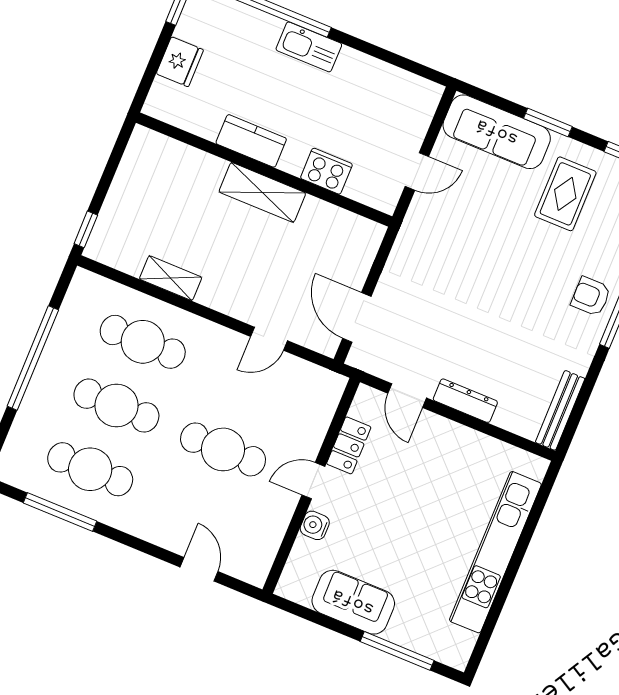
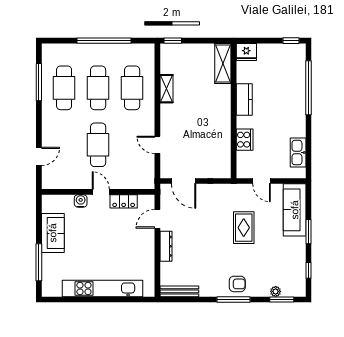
kitchen sink: (309, 47) -> (298, 153), moved
fridge: (180, 62) -> (246, 52), moved
shelving: (262, 192) -> (223, 64), moved
rug: (565, 194) -> (244, 228), moved, turned 90
armchair: (591, 296) -> (237, 284), turned 90
door: (357, 317) -> (184, 181), swing flipped

